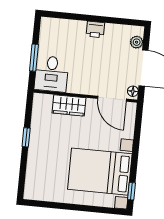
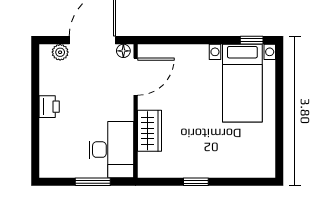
desk: (51, 74) -> (111, 150), width x1.37
bed with nightstands: (100, 172) -> (242, 83), width x0.73

